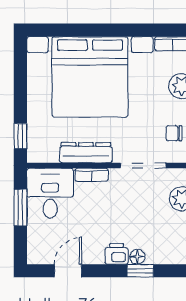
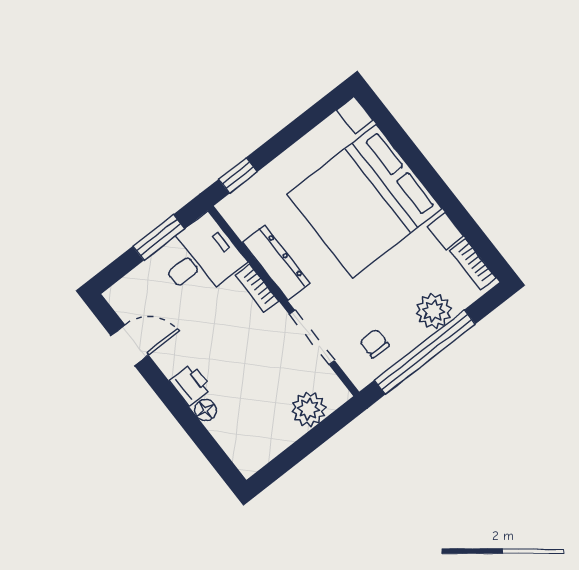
window: (140, 271) -> (193, 426), removed

